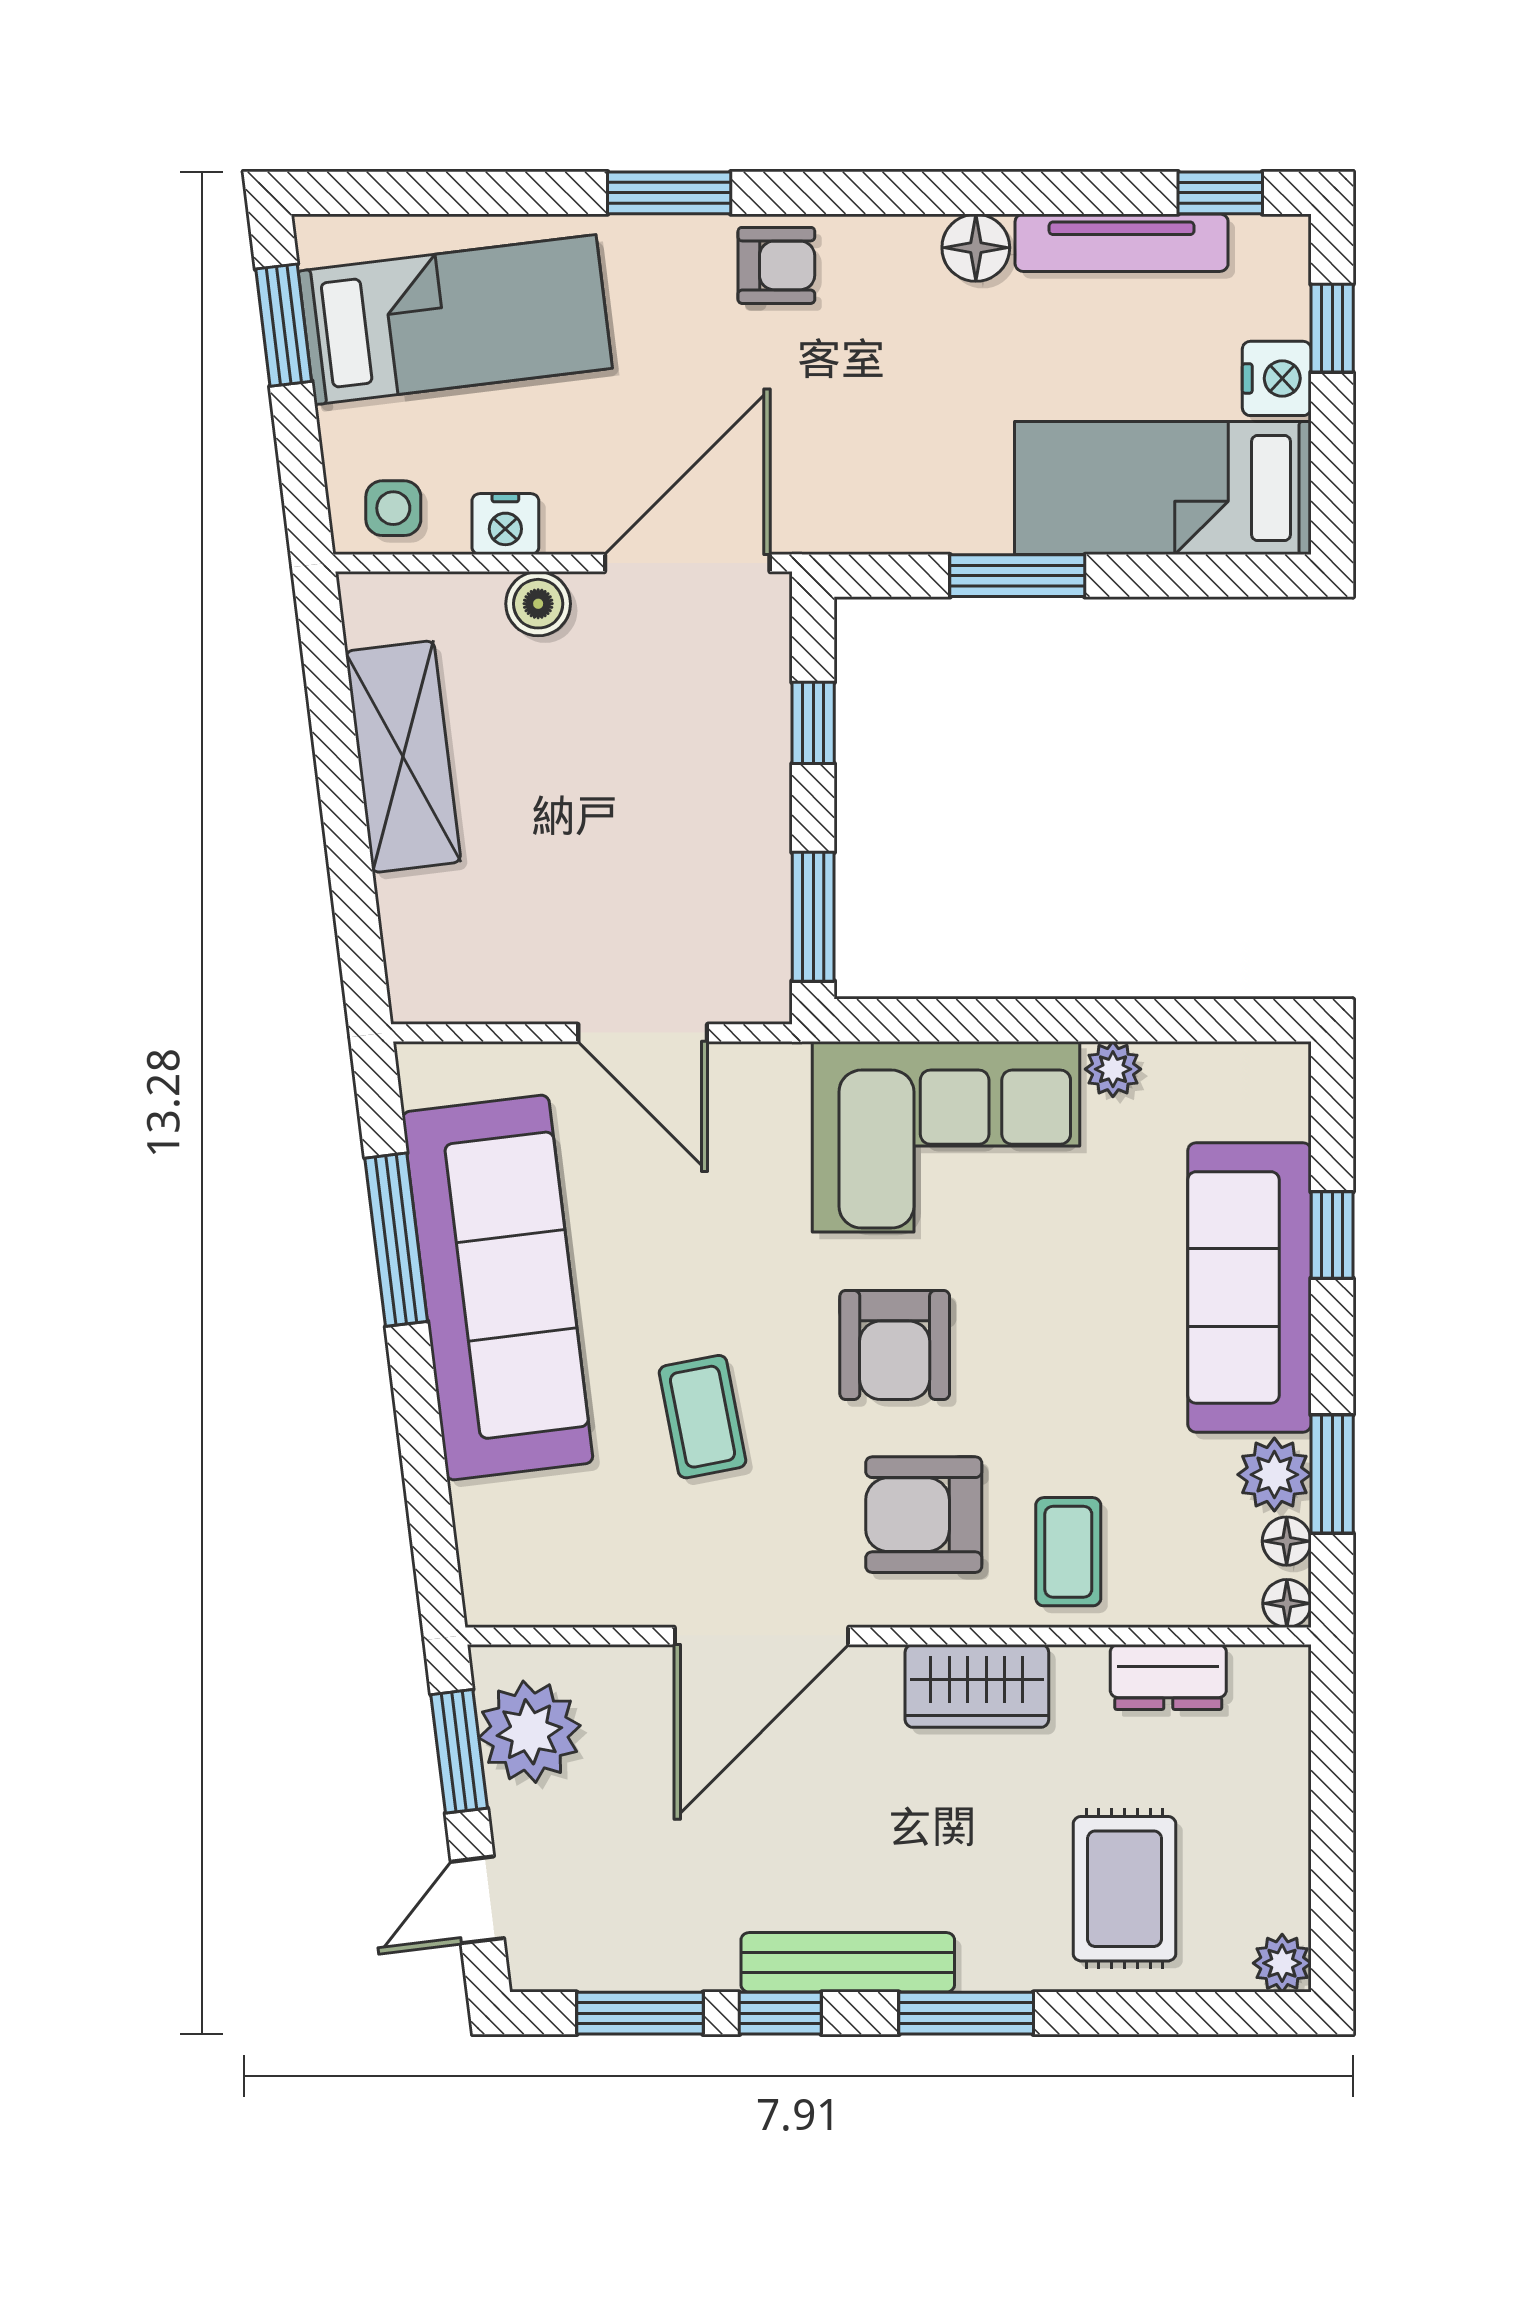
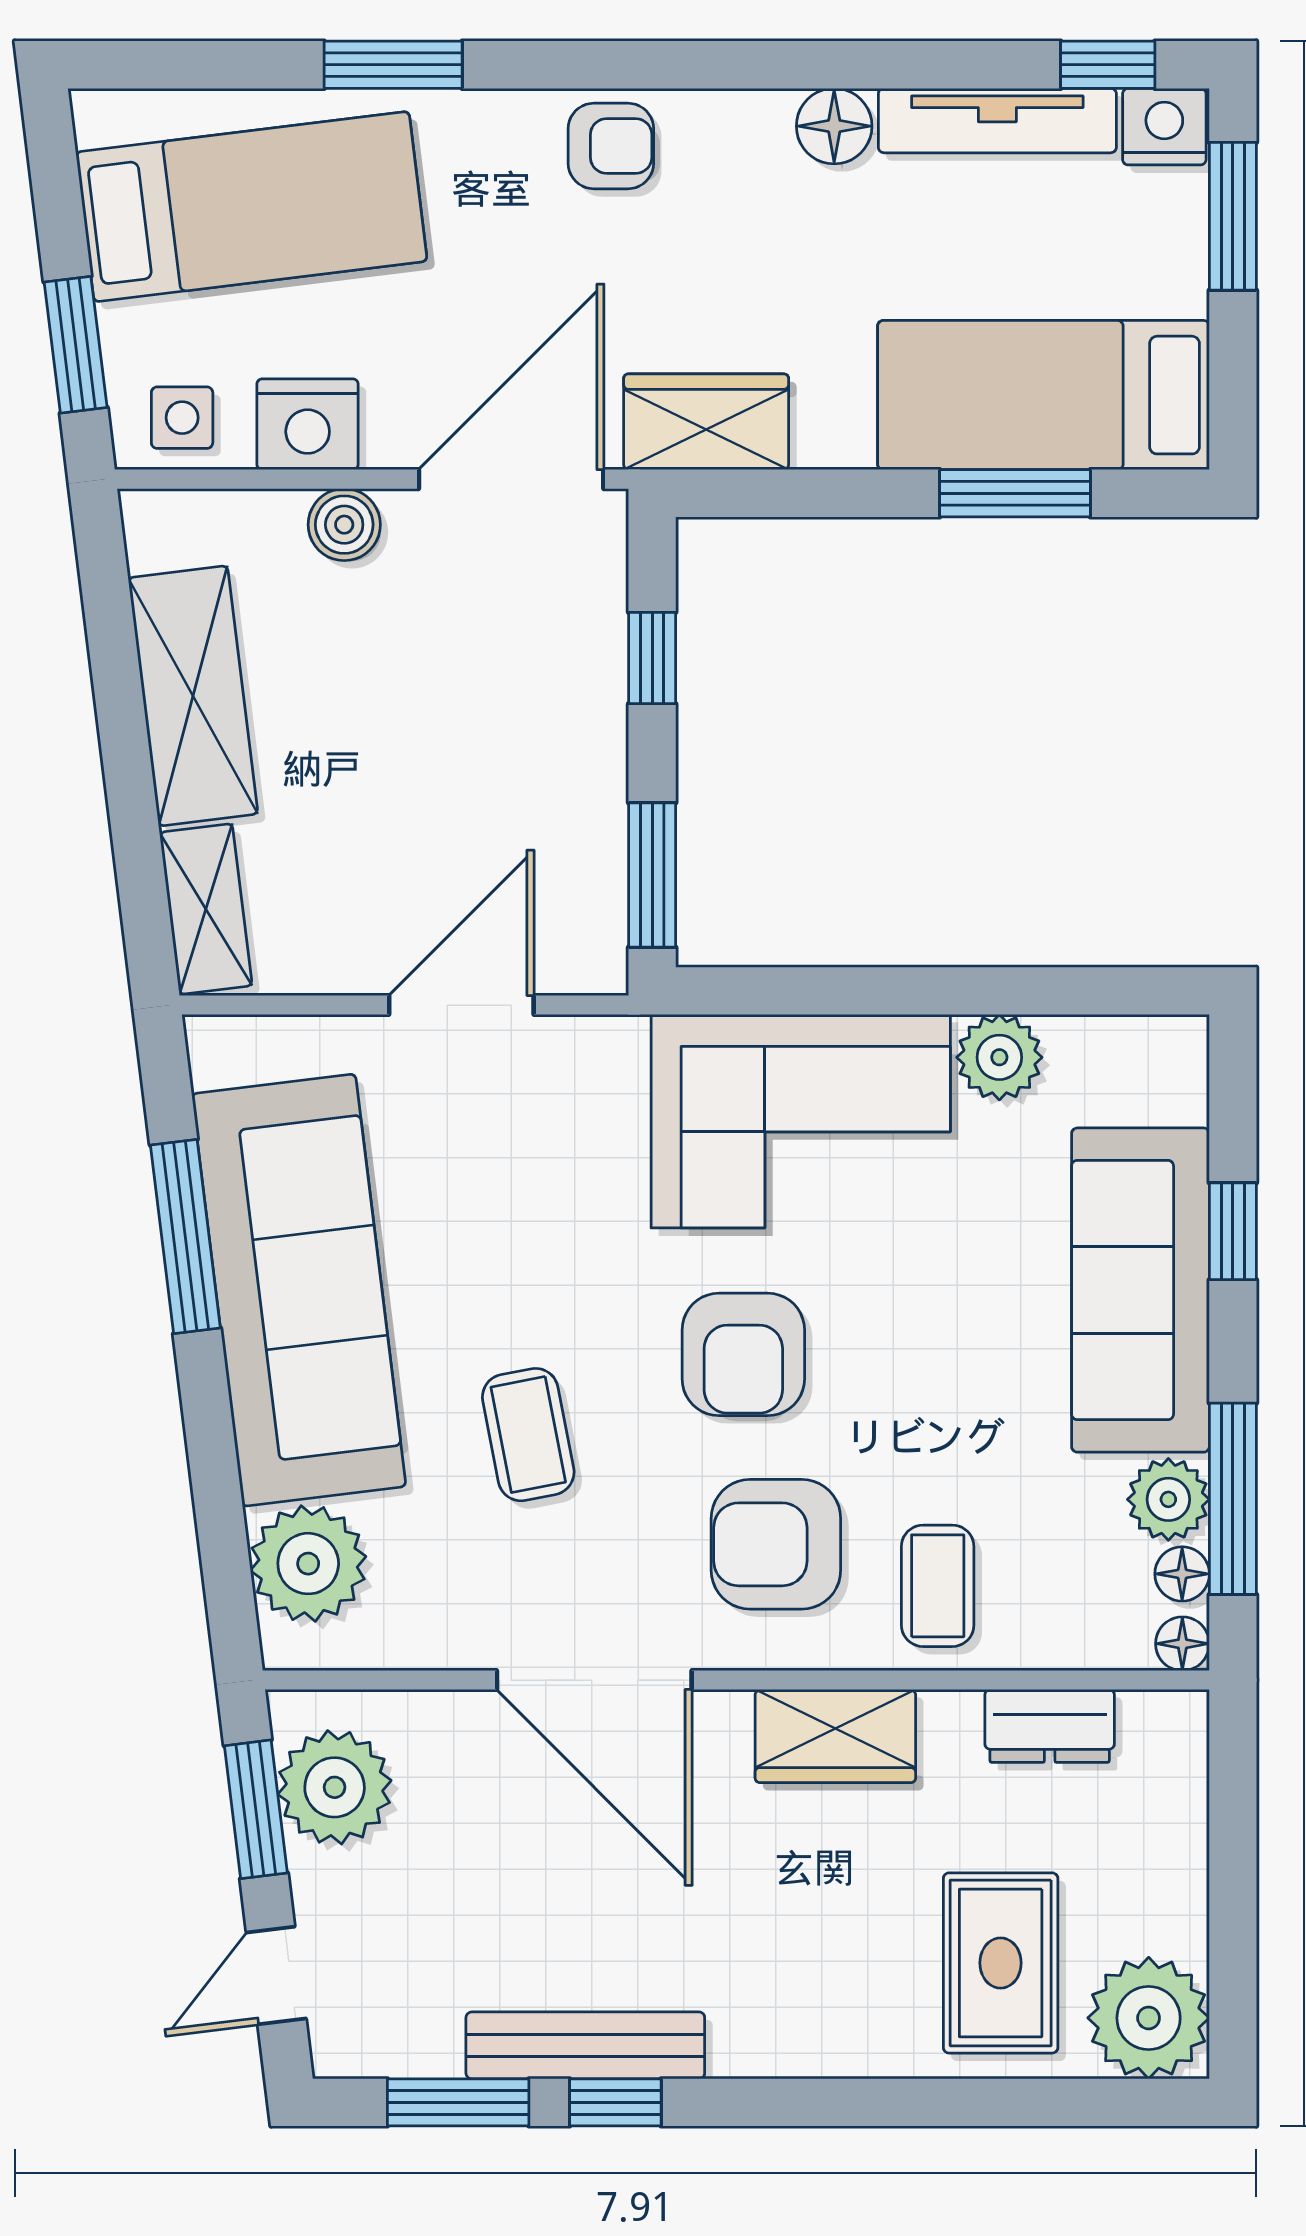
window: (669, 193) -> (393, 65), moved
window: (284, 325) -> (76, 345), moved
window: (1332, 328) -> (1233, 216), width x1.50
nightstand: (1277, 378) -> (1164, 127), moved, turned -90
wardrobe: (861, 512) -> (706, 422), added
nightstand: (505, 524) -> (308, 424), width x1.36, depth x1.33
window: (1017, 576) -> (1015, 493), moved
shelving: (414, 947) -> (206, 909), added
door: (643, 1033) -> (461, 1005), swing flipped
plant: (1113, 1069) -> (999, 1057), width x1.38, depth x1.38
window: (1332, 1474) -> (1233, 1499), width x1.44
plant: (506, 1532) -> (308, 1564), added
door: (761, 1636) -> (594, 1680), hinge flipped
bench: (848, 1962) -> (585, 2045), moved
plant: (1282, 1963) -> (1149, 2018), width x1.87, depth x1.87
window: (966, 2013) -> (823, 2102), removed

